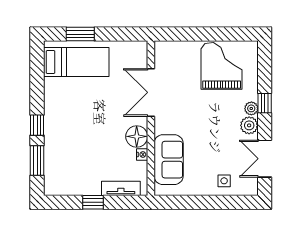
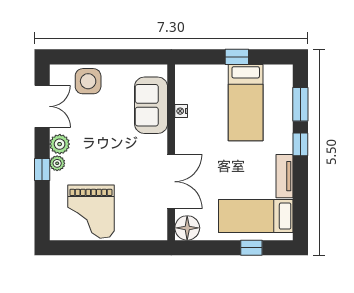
window: (80, 34) -> (251, 248), width x0.67
floor lamp: (137, 136) -> (187, 228), moved
bed: (85, 162) -> (246, 103), added
side table: (224, 181) -> (88, 81), width x1.87, depth x1.87
tv unit: (121, 188) -> (285, 176), moved, turned 90

